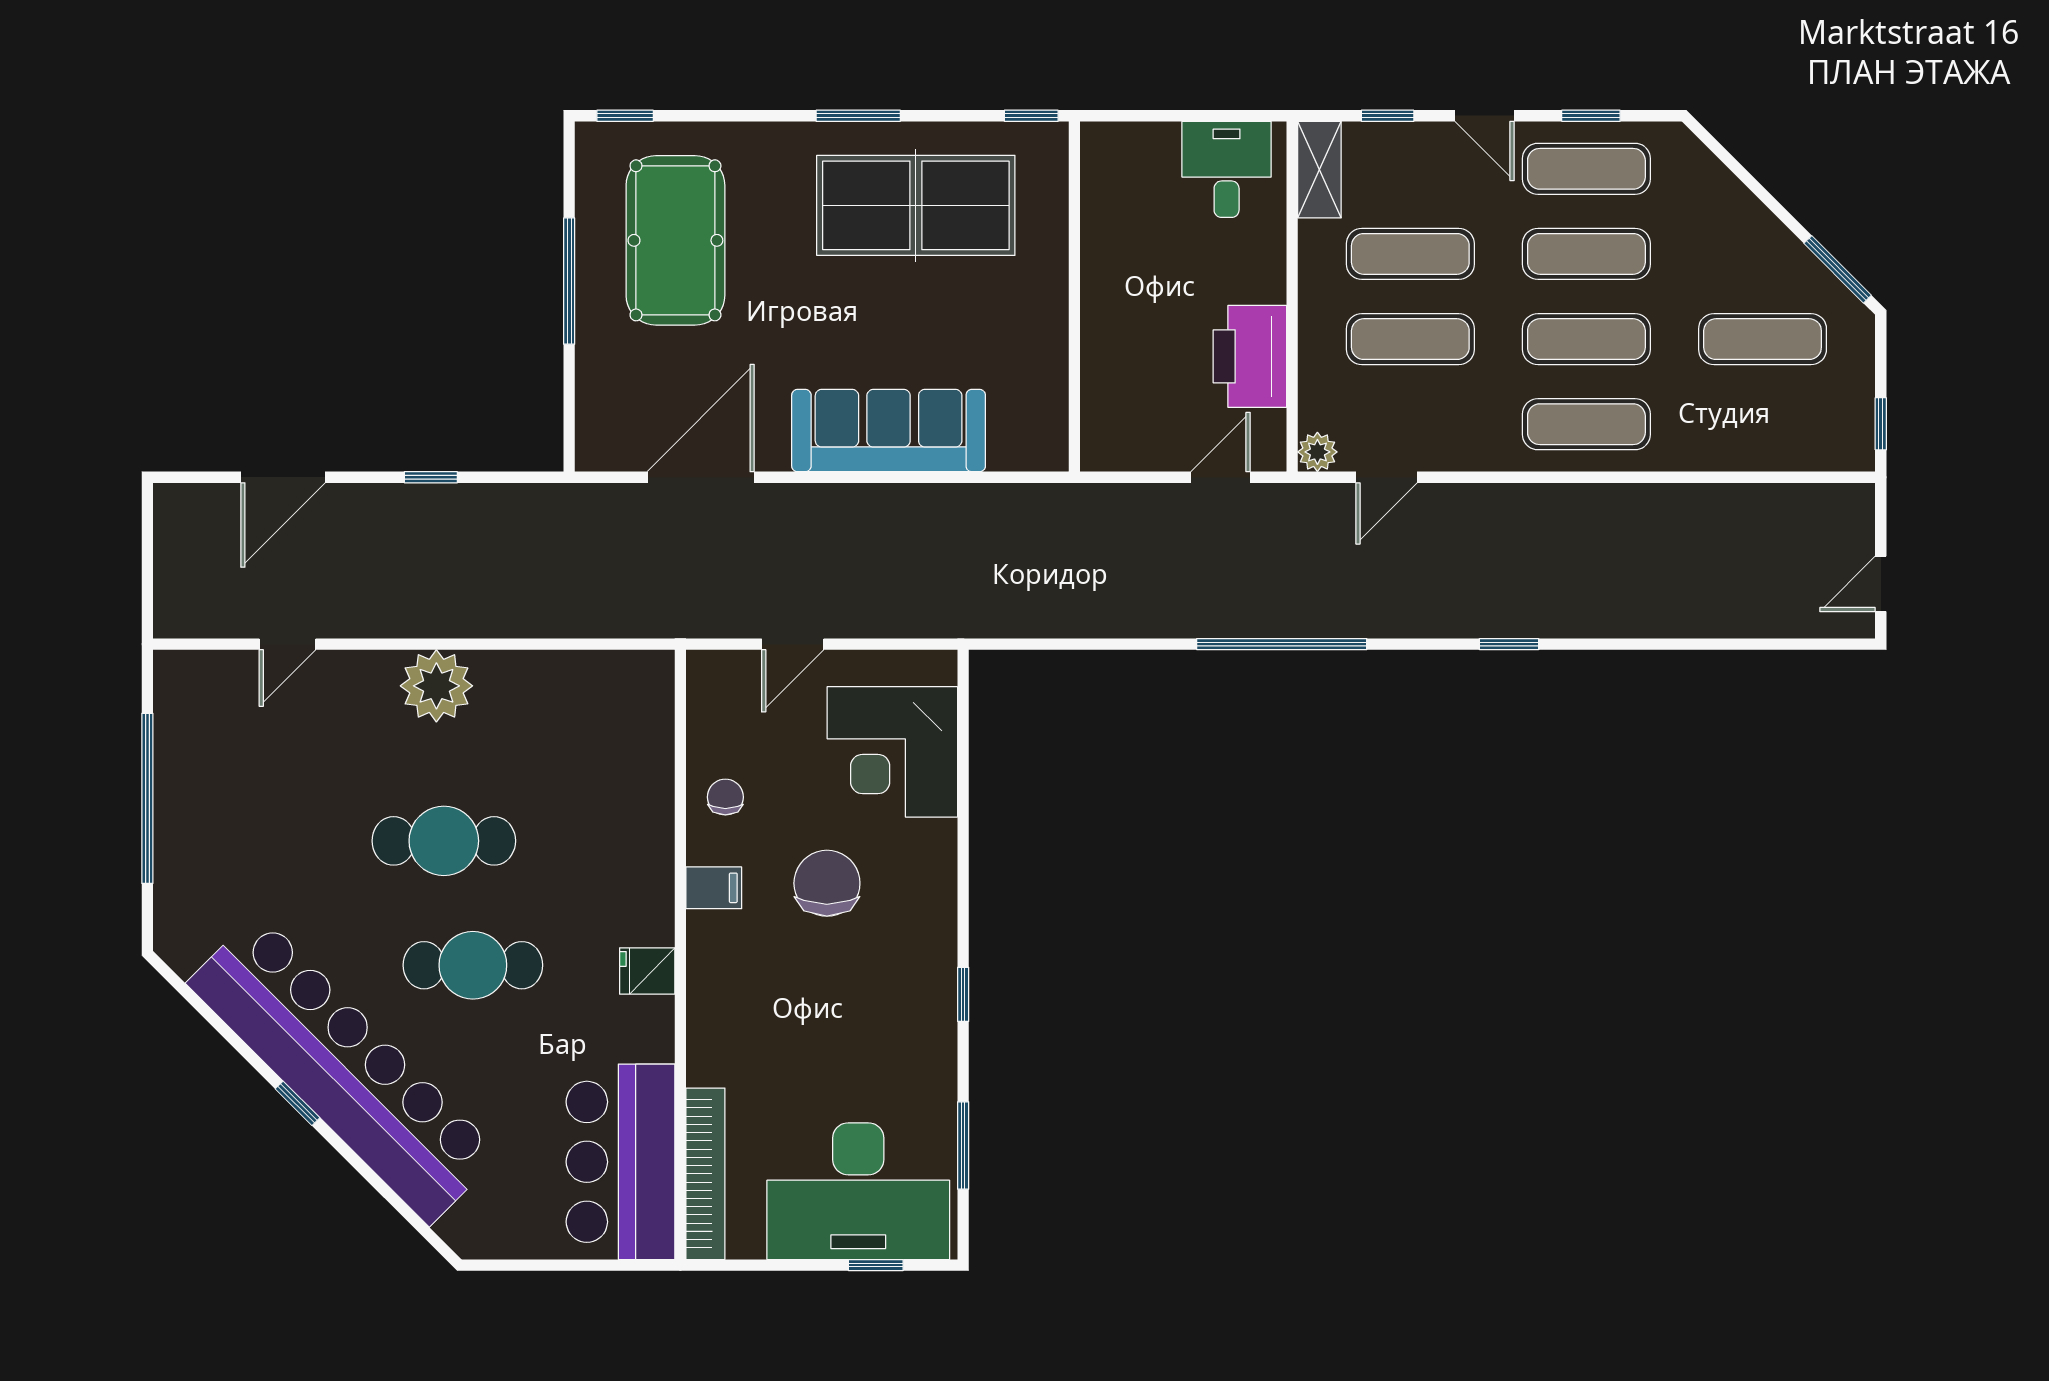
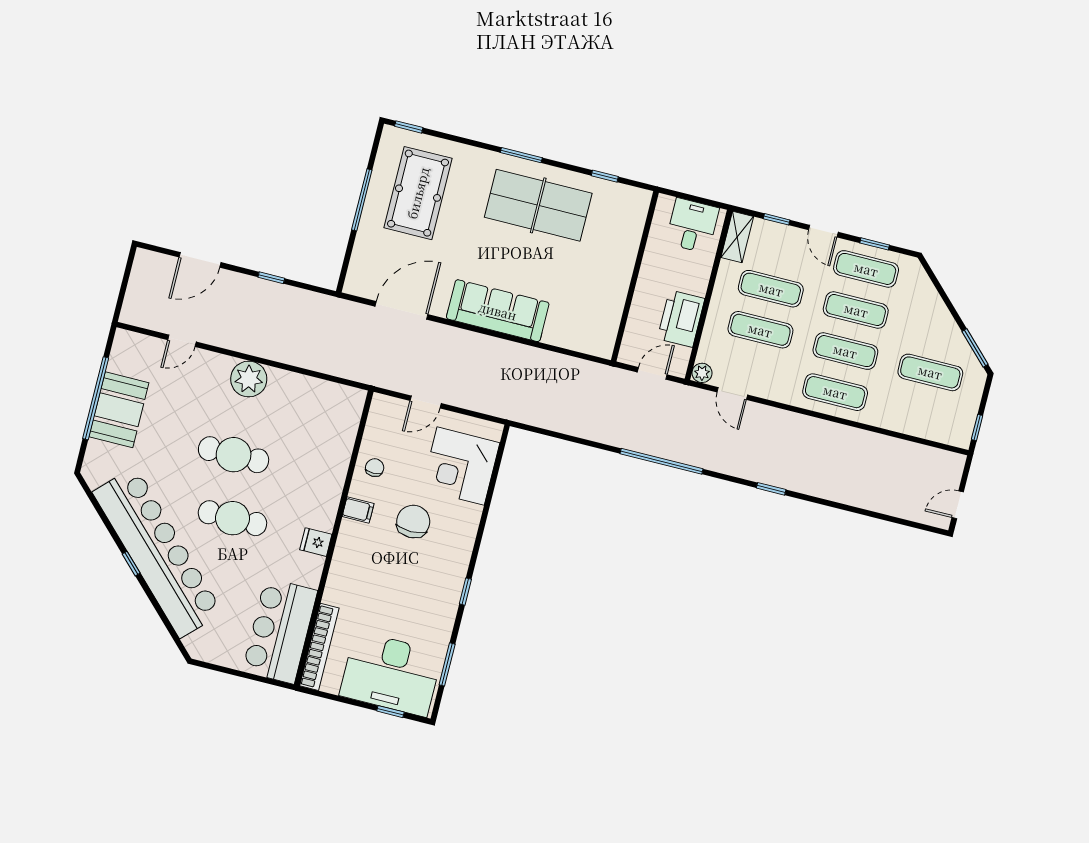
wall: (1074, 297) -> (635, 276), moved
door: (1387, 477) -> (732, 394), hinge flipped
booth: (198, 809) -> (119, 410), added

